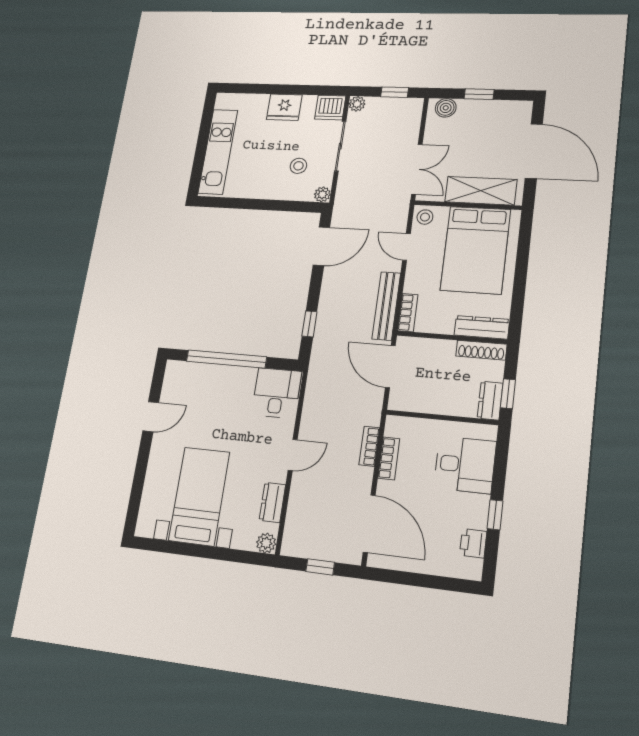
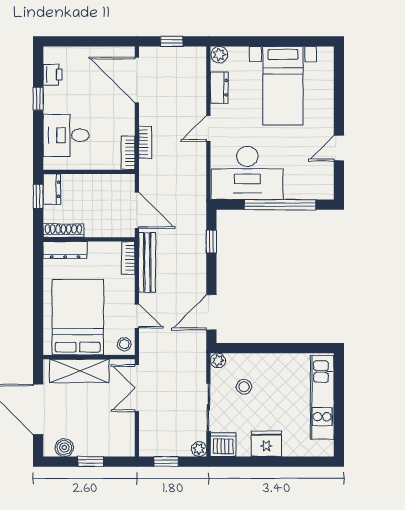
boiler: (446, 108) -> (64, 448), moved
desk: (277, 393) -> (247, 173), width x1.87, depth x1.30
bookcase: (389, 458) -> (128, 153), moved

